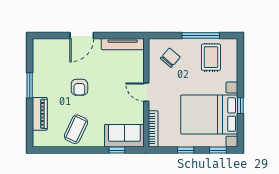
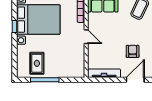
chair: (170, 58) -> (68, 63), removed
armchair: (79, 87) -> (133, 51), moved

